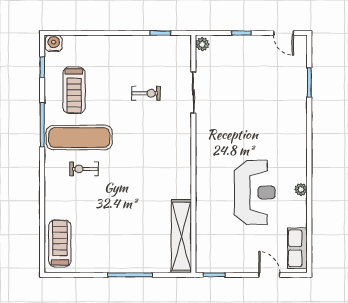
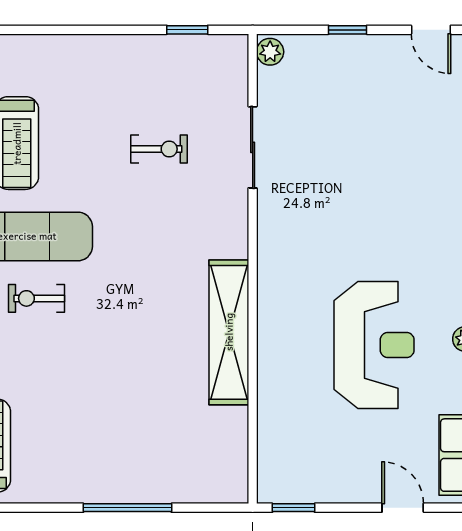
shelving: (181, 236) -> (229, 332), moved

